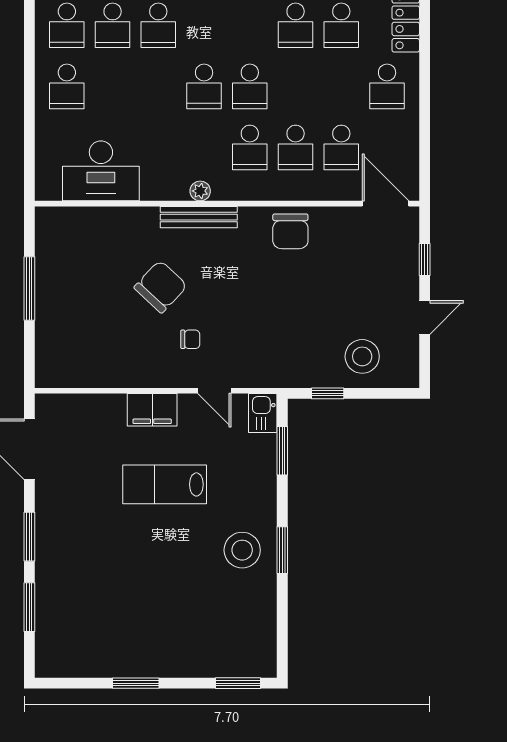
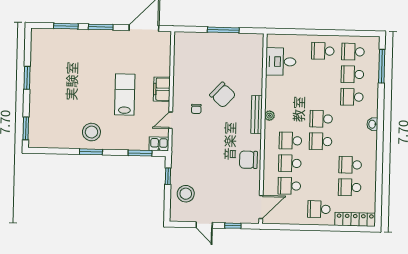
desk: (101, 171) -> (281, 62), width x0.73

